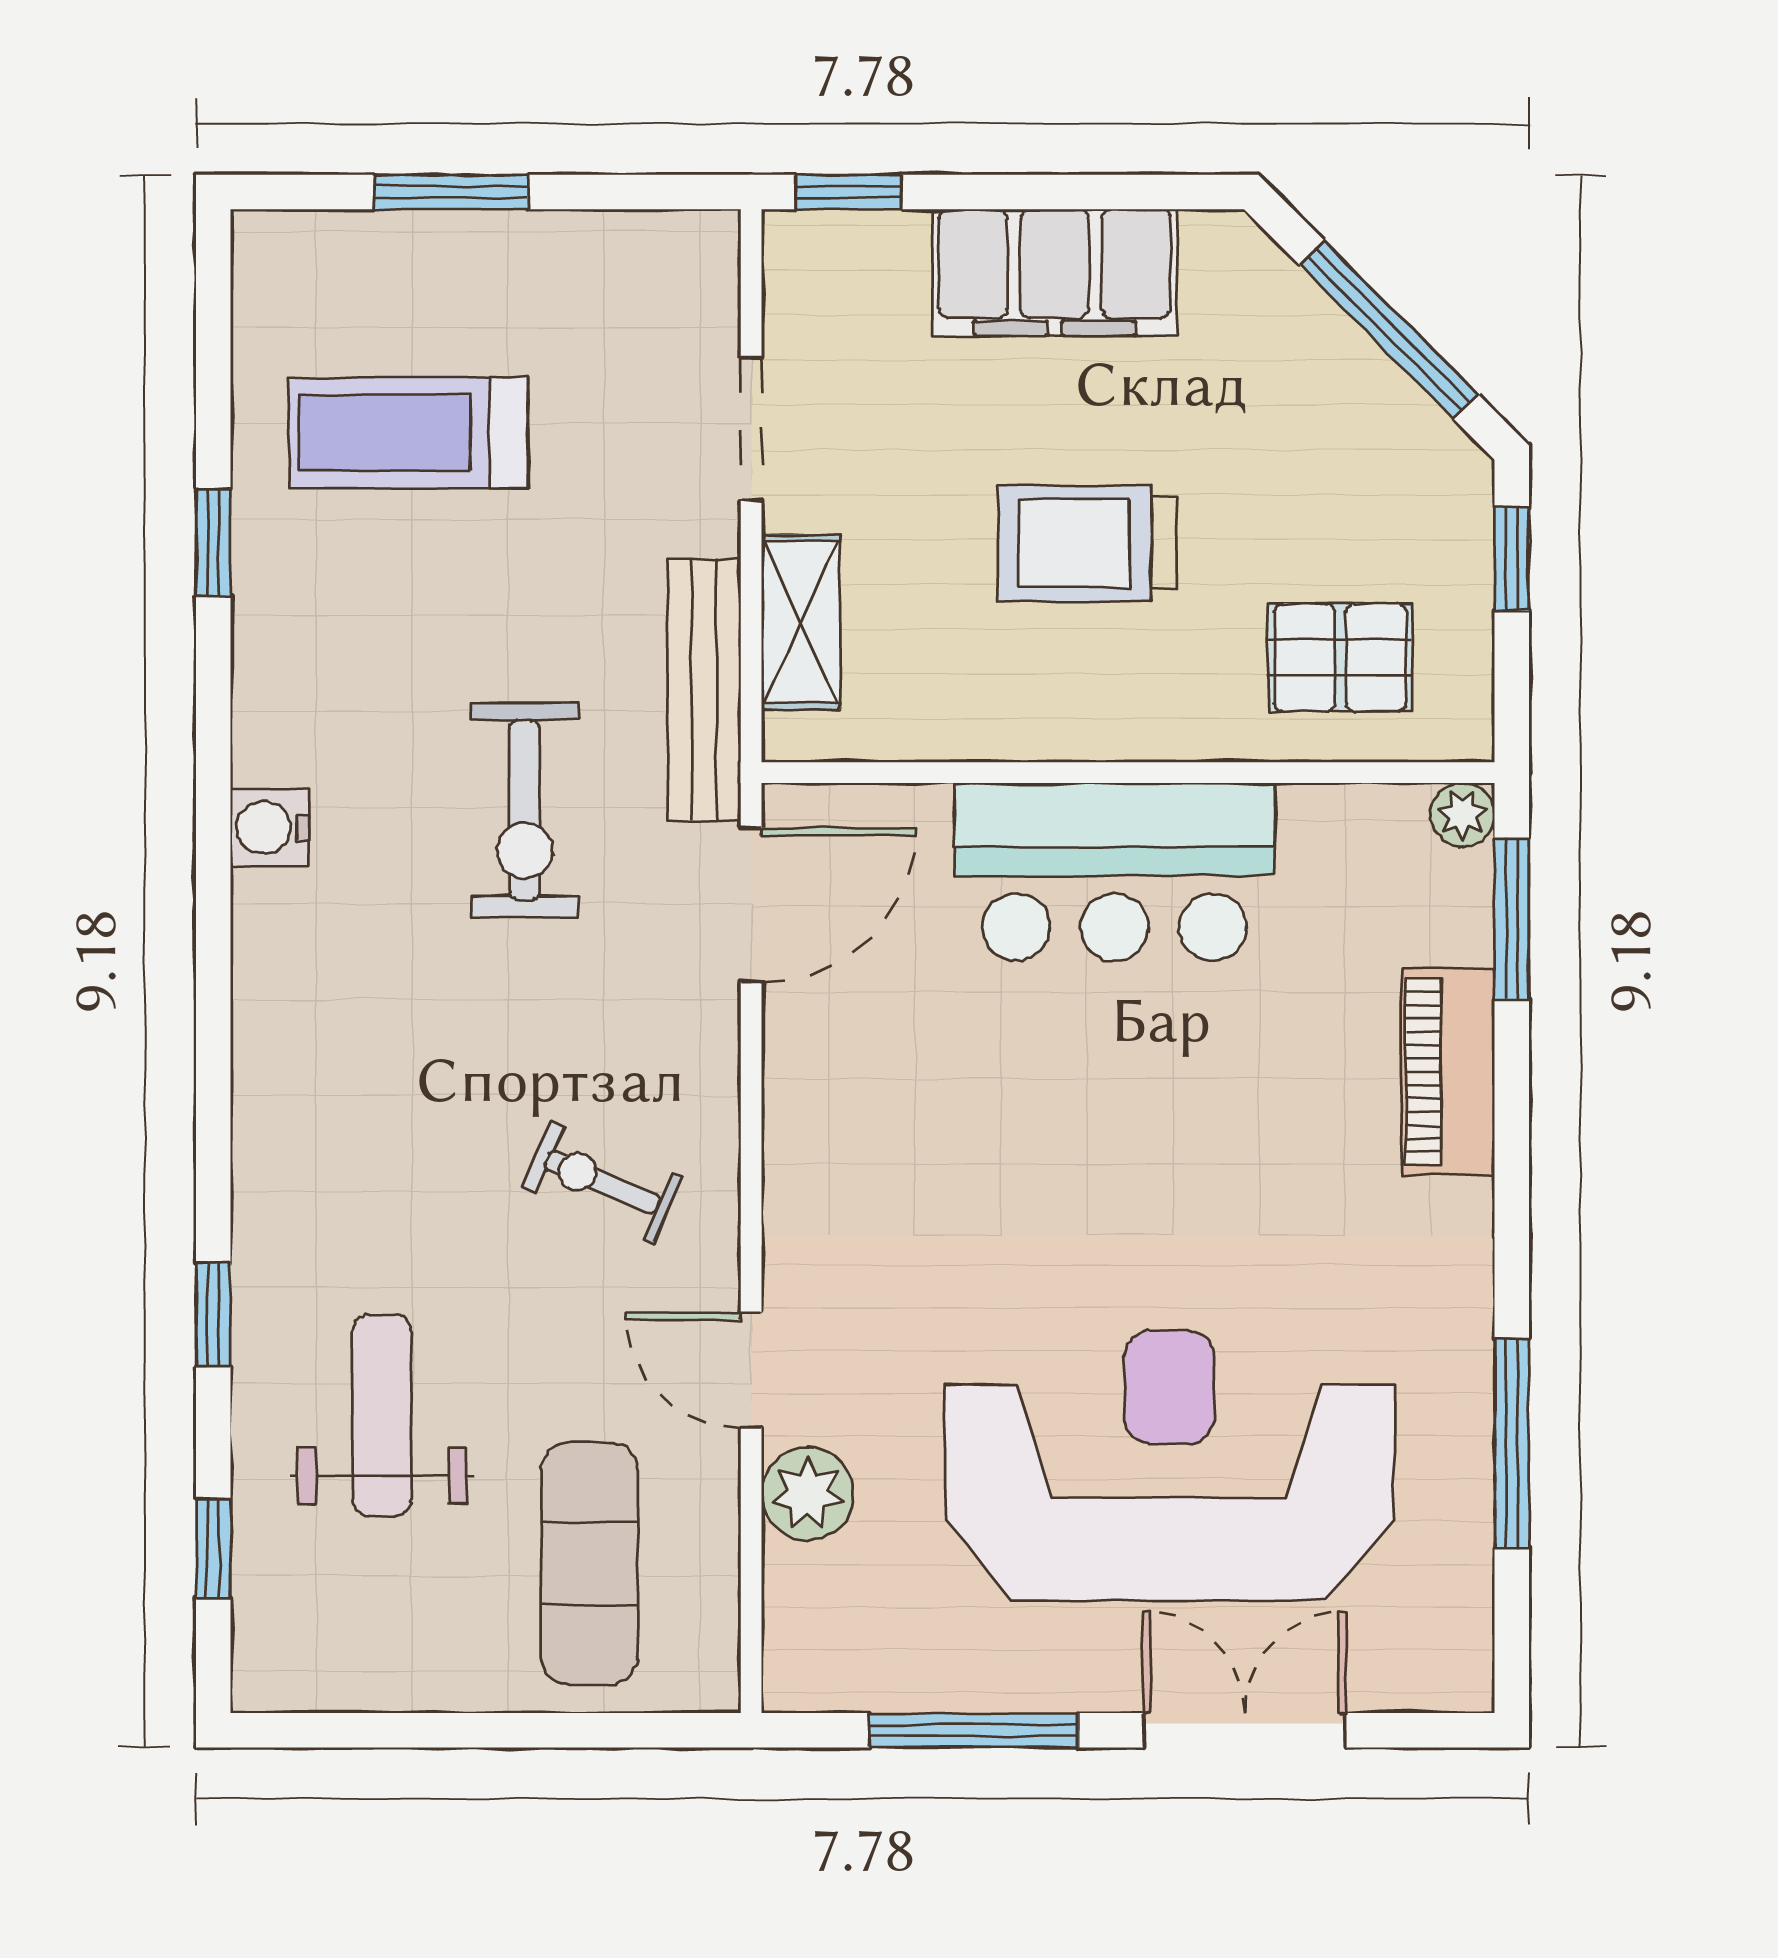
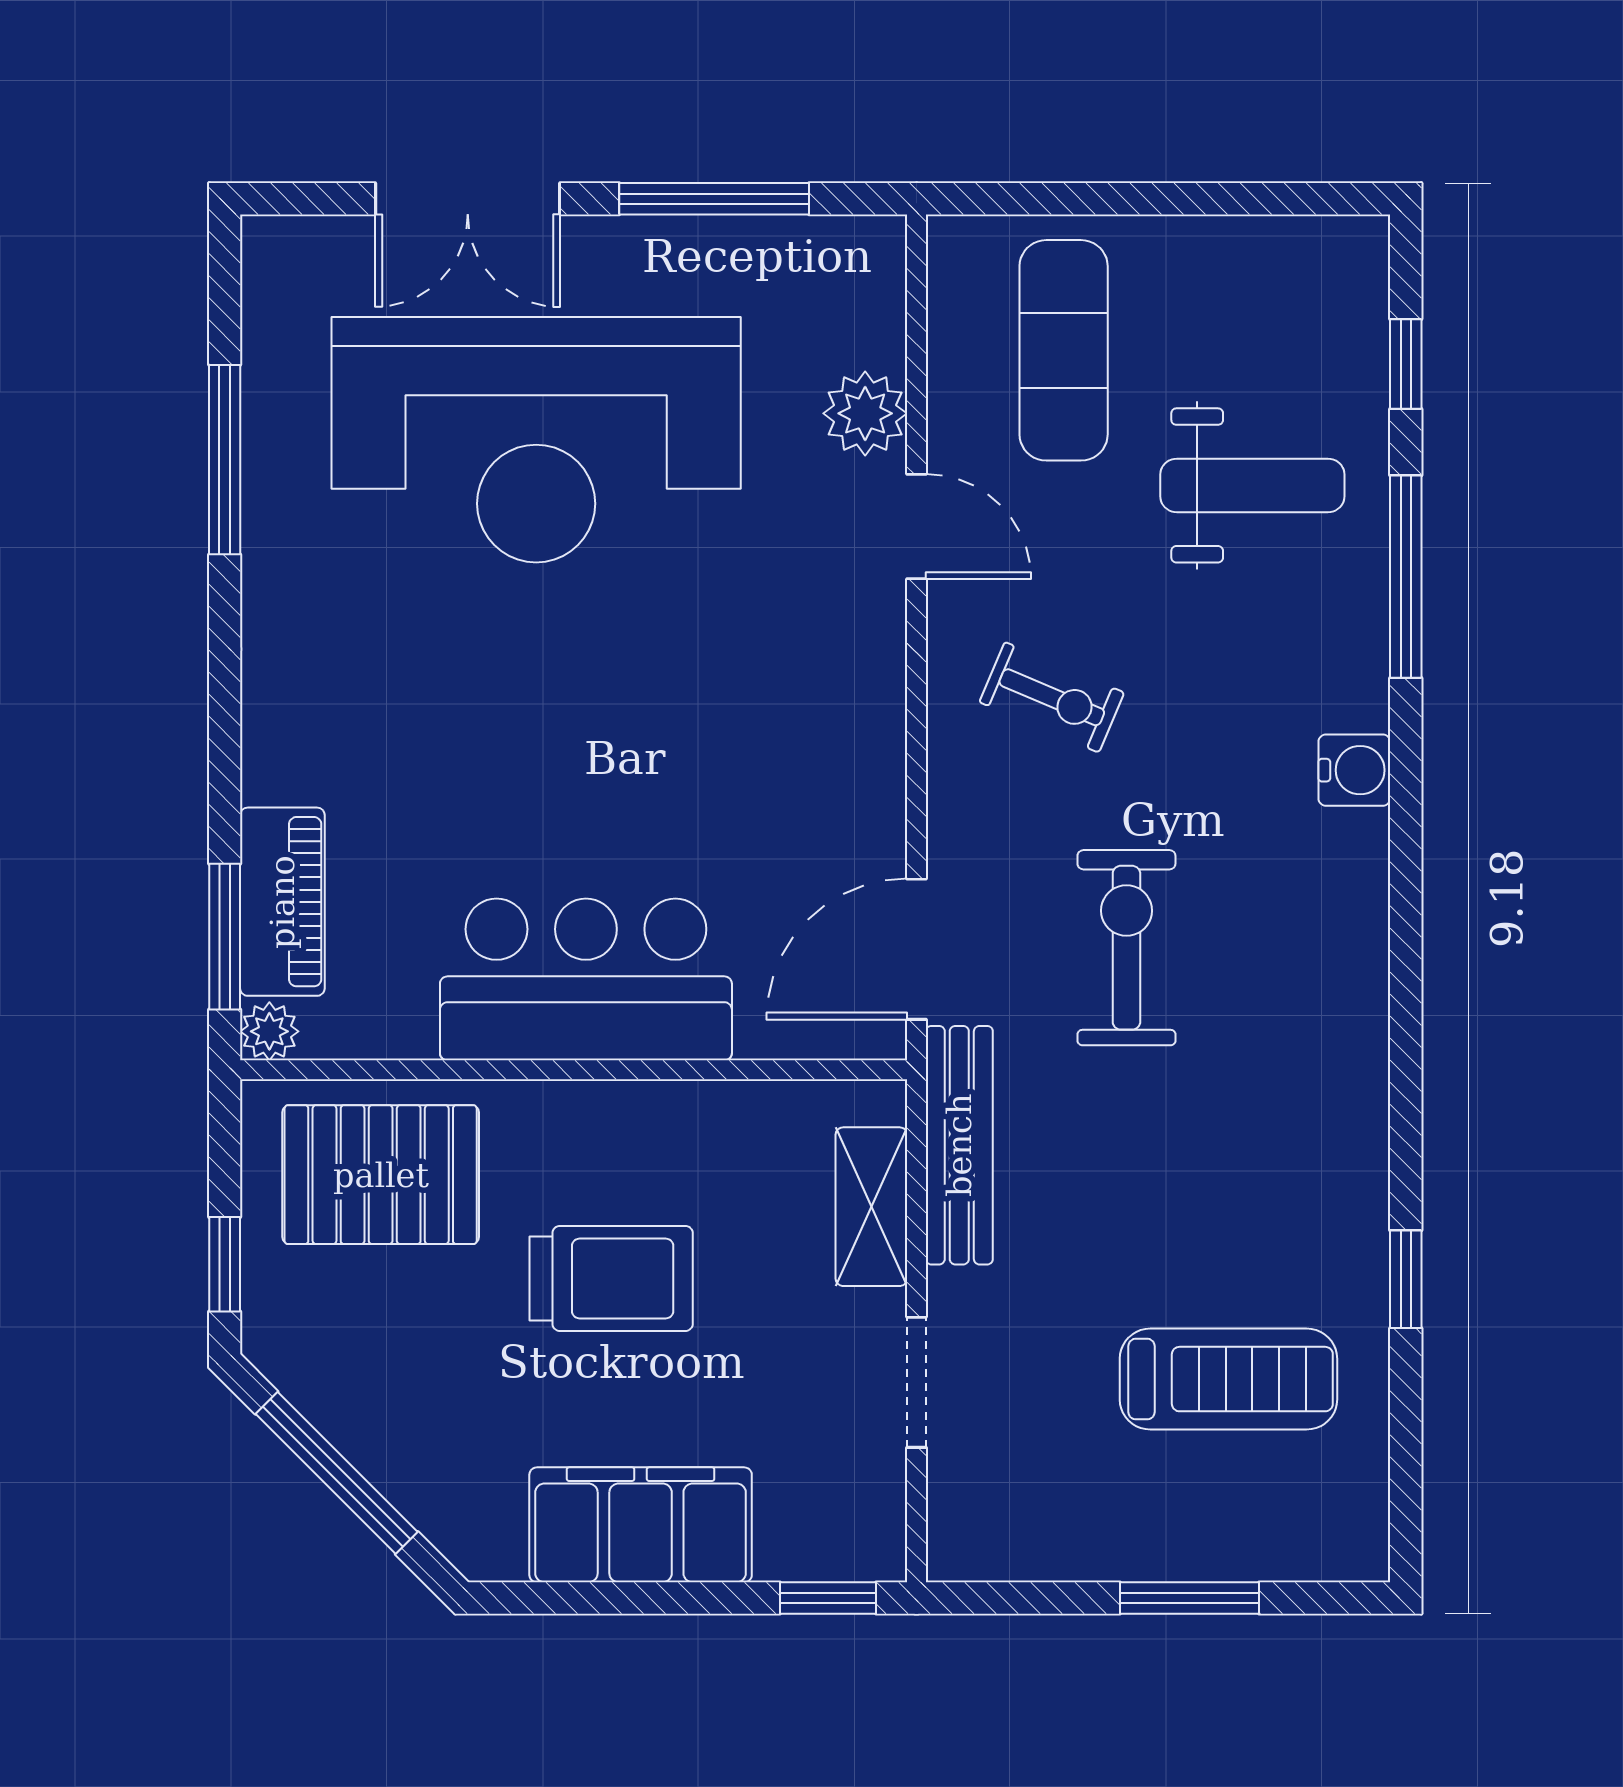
pallet: (1340, 657) -> (381, 1175), width x1.50, depth x1.42
exercise bike: (525, 810) -> (1126, 948), moved
water cooler: (270, 827) -> (1354, 770), moved
piano: (1448, 1072) -> (282, 902), moved
window: (213, 1315) -> (1406, 577), width x2.17
weight bench: (382, 1415) -> (1252, 485), turned -90

